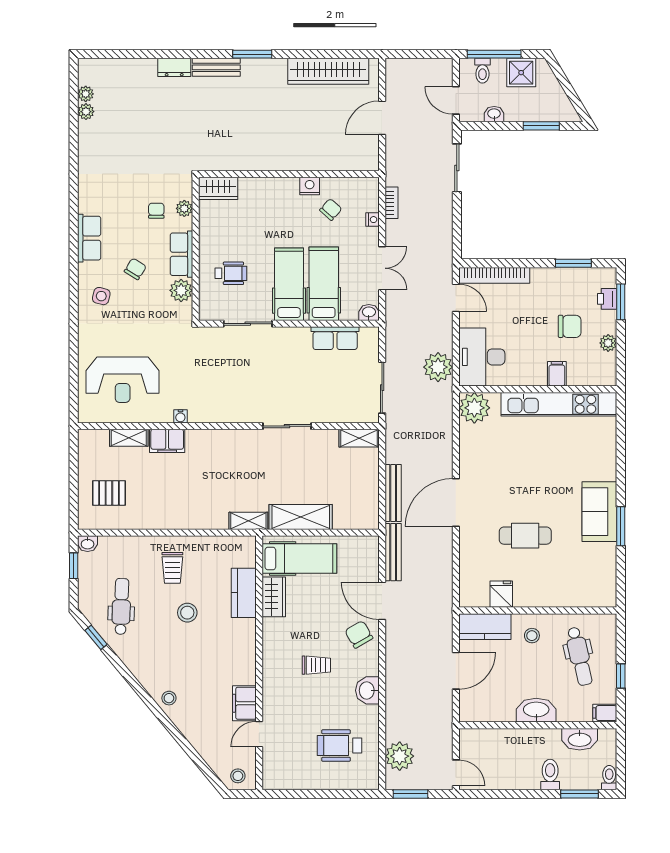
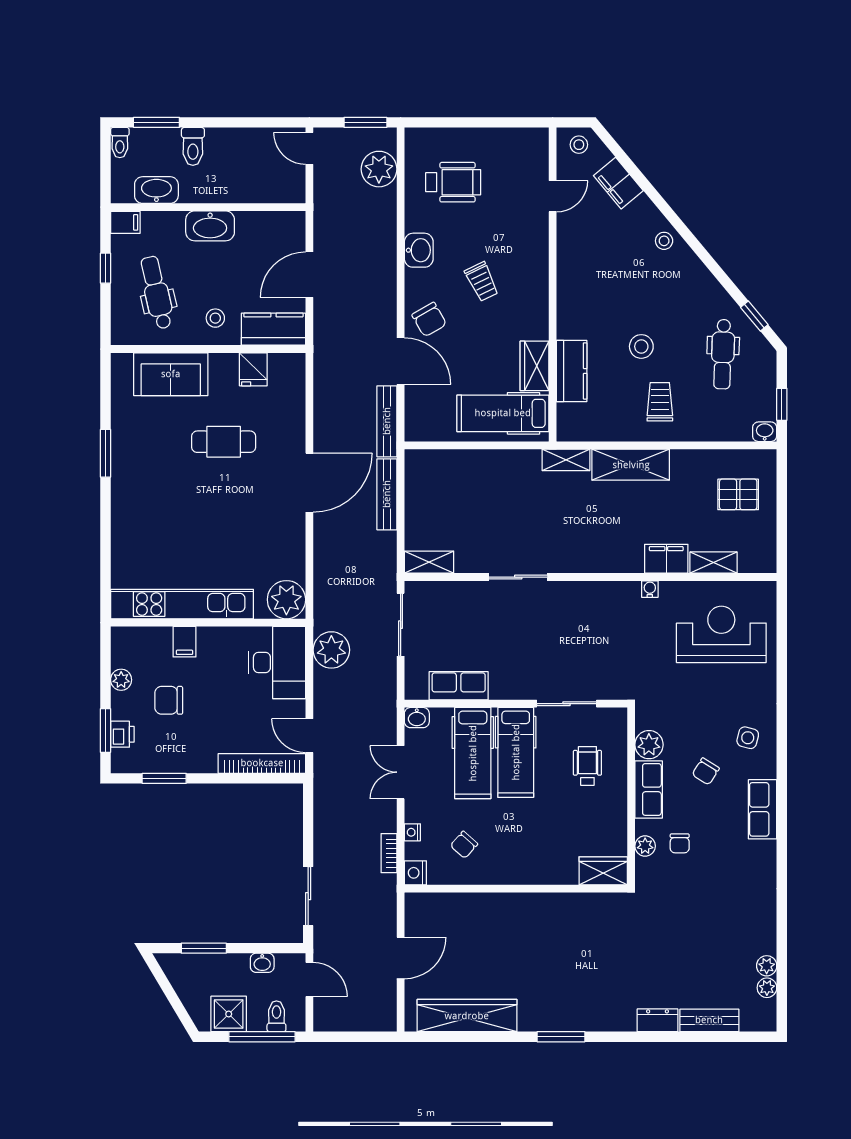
bench: (216, 67) -> (709, 1020), moved
nightstand: (310, 186) -> (415, 873), moved, turned 90
wheelchair: (231, 273) -> (587, 766), turned 90
sofa: (599, 512) -> (171, 374), moved, turned 90
shelving: (301, 517) -> (631, 465), moved
trolley: (316, 665) -> (482, 282), turned -116
filing cabinet: (244, 703) -> (618, 183), moved, turned 140

